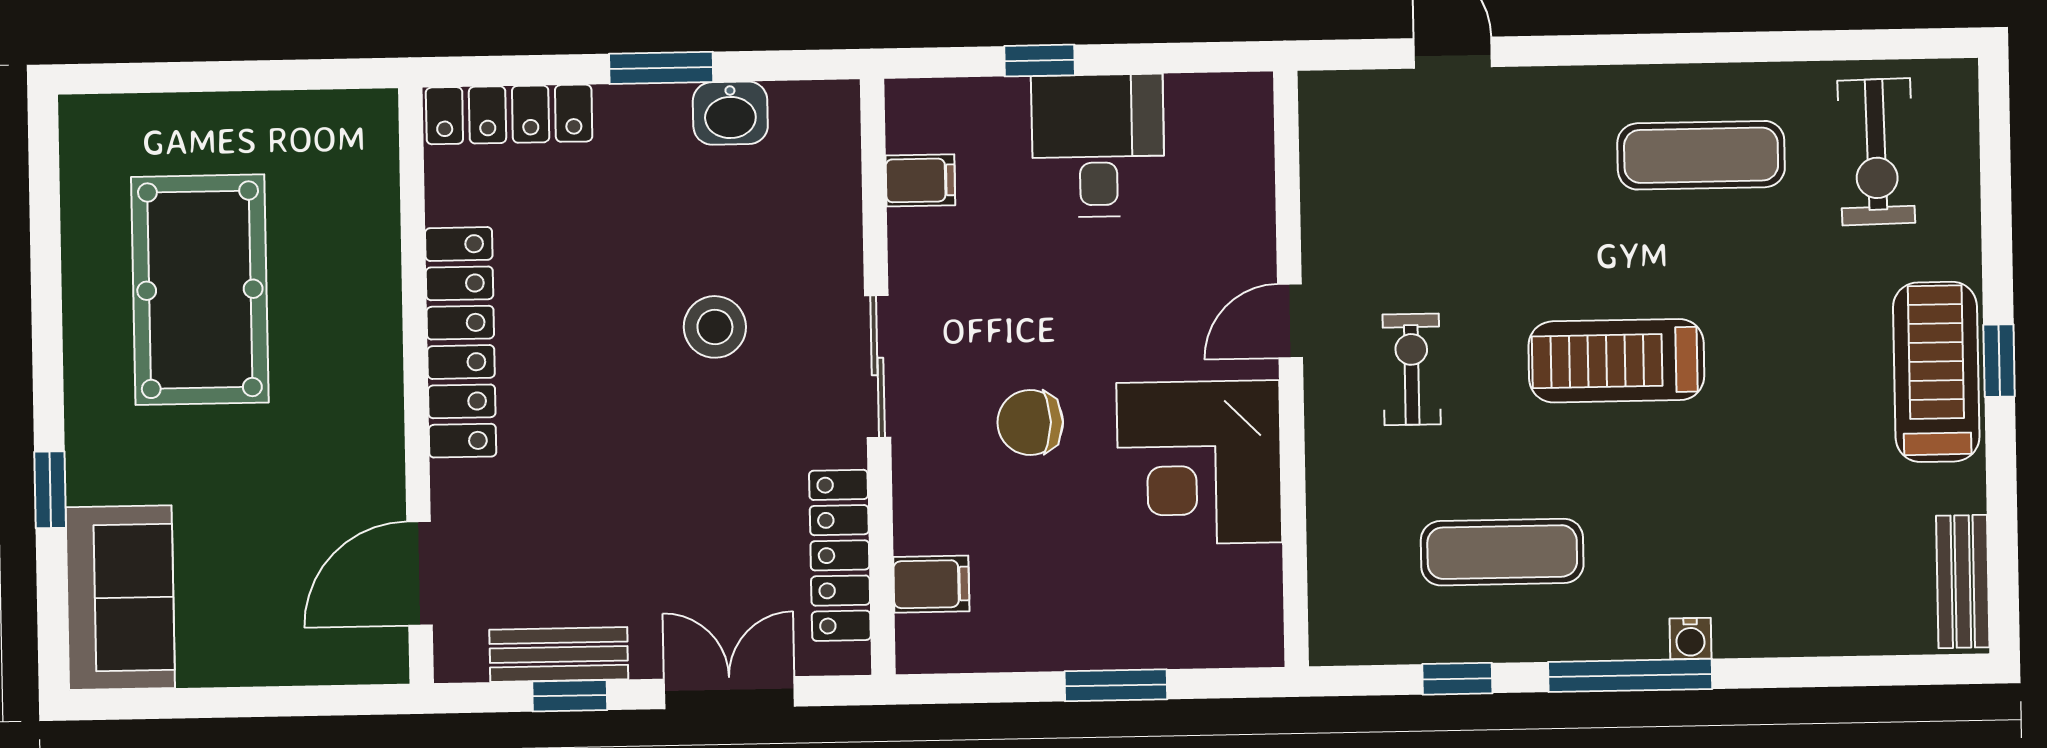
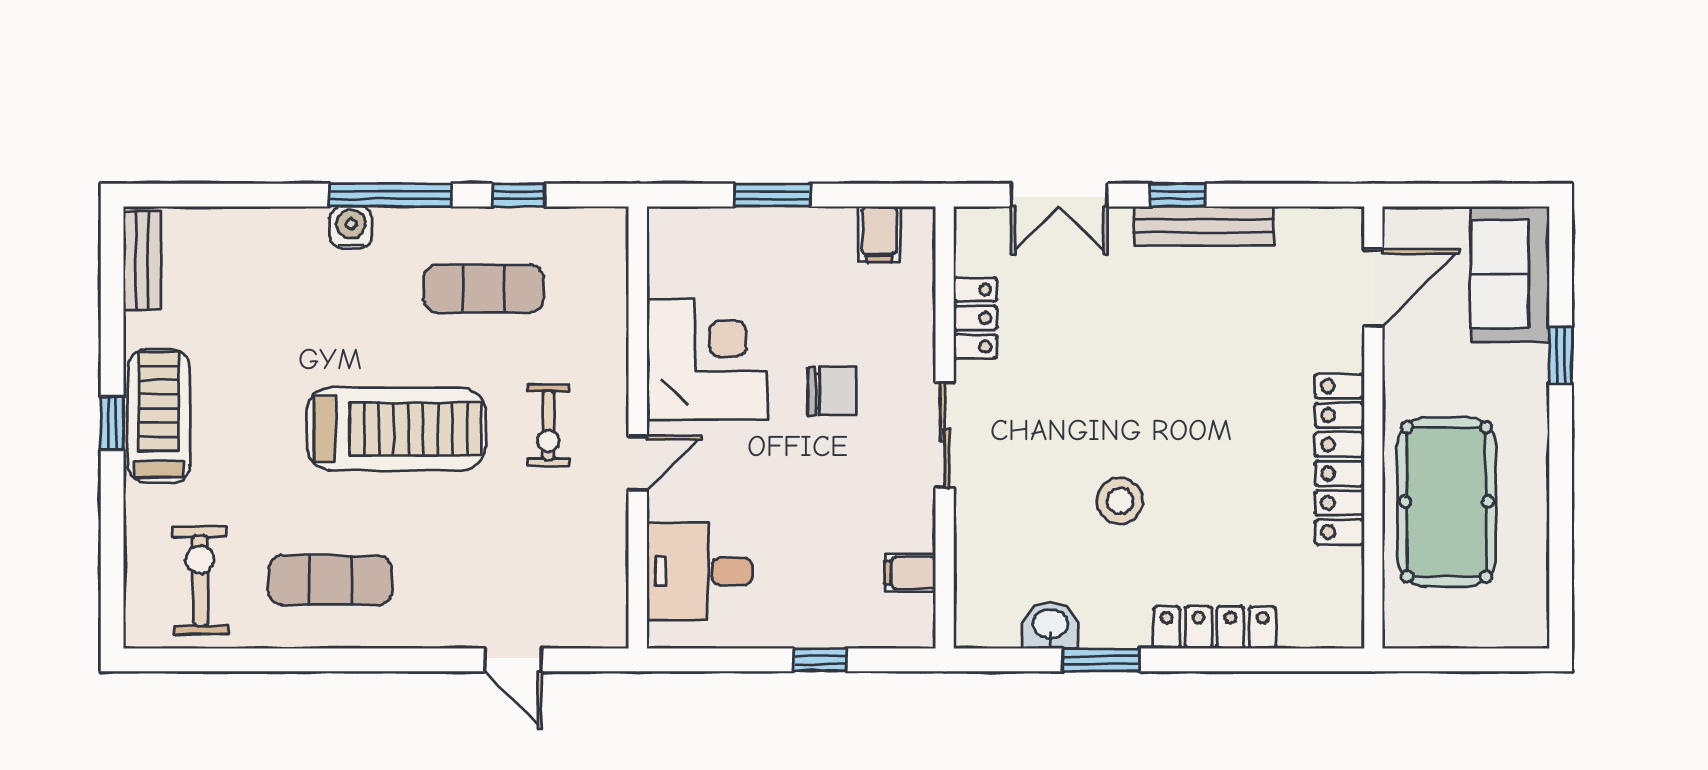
desk: (1098, 146) -> (699, 571), moved, turned 90
stool: (715, 327) -> (1120, 501), moved
locker: (461, 342) -> (1339, 459), moved
treadmill: (1616, 361) -> (396, 429), width x1.37, depth x1.38
treadmill: (1936, 372) -> (159, 416), turned 180
wall: (416, 386) -> (1373, 428), moved
locker: (840, 555) -> (975, 318), width x0.66
door: (420, 573) -> (1373, 288), moved
filing cabinet: (931, 584) -> (879, 234), moved, turned -90
water cooler: (1690, 639) -> (351, 227), width x1.38, depth x1.38
bench: (559, 654) -> (1204, 226), width x1.36

